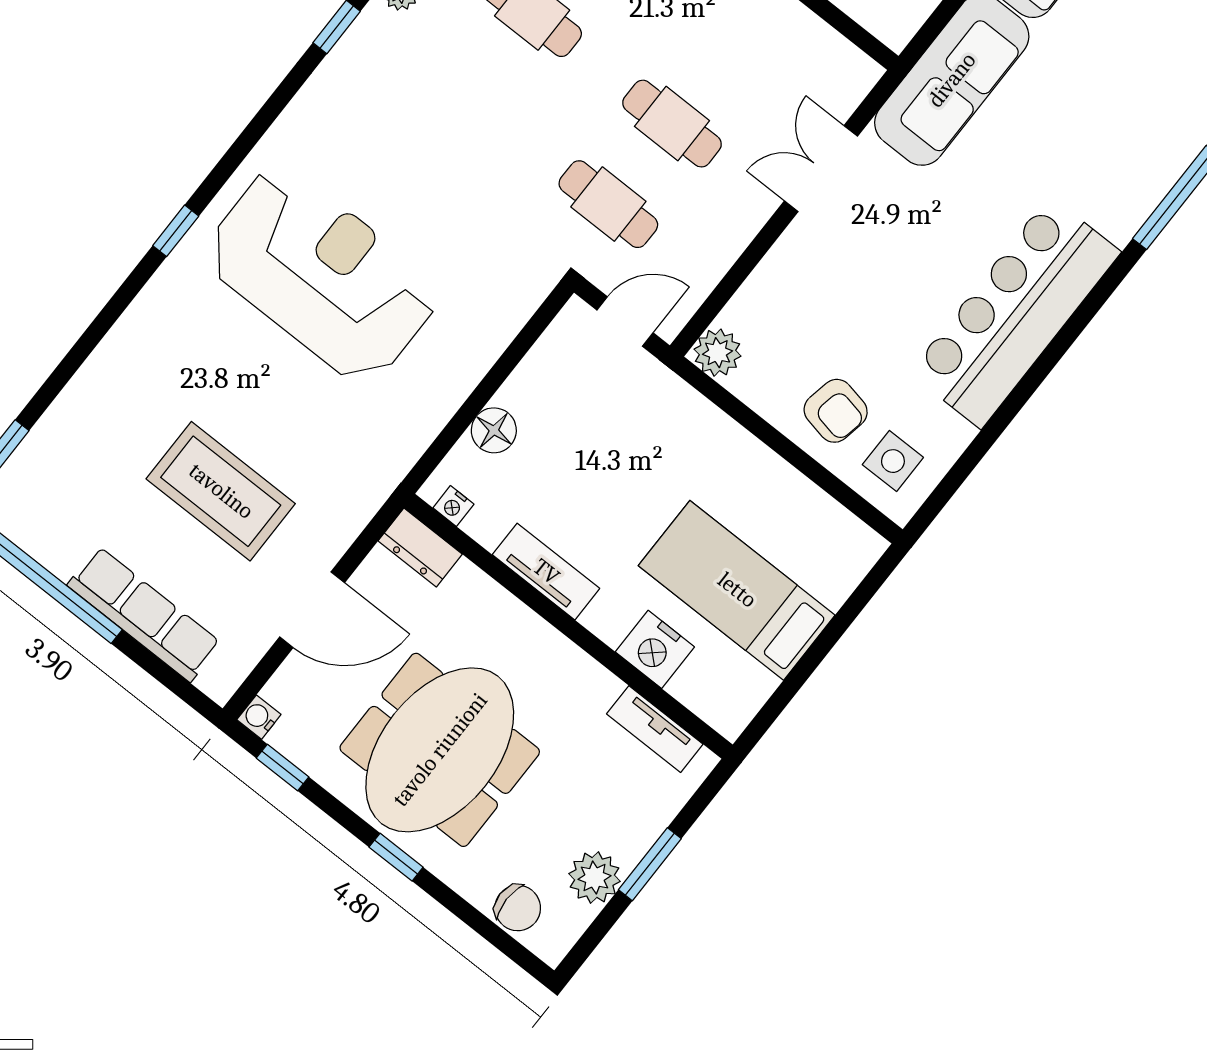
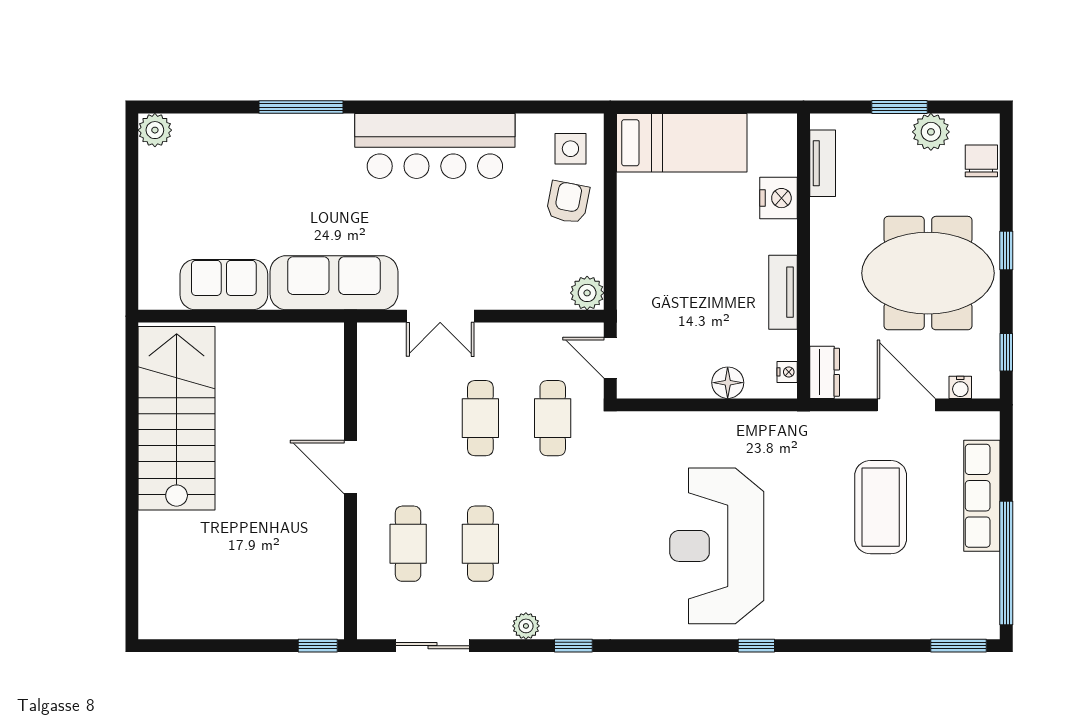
bed: (737, 590) -> (682, 143), moved, turned -90
water cooler: (259, 717) -> (960, 387), moved

